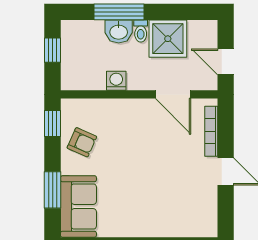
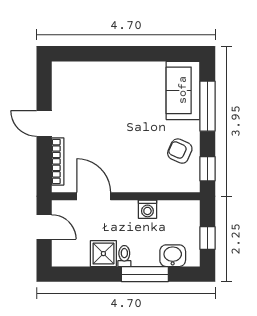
washbasin: (119, 31) -> (173, 256), moved
shower: (168, 39) -> (103, 254), width x0.73, depth x0.73
window: (53, 190) -> (208, 106), width x1.44

